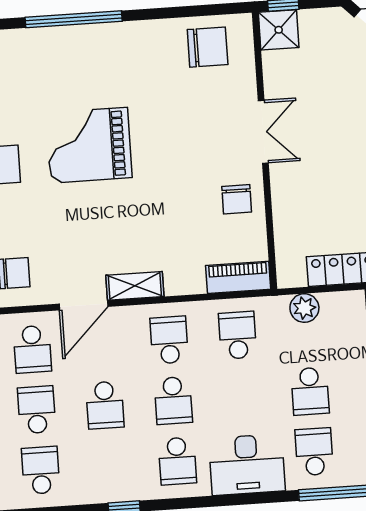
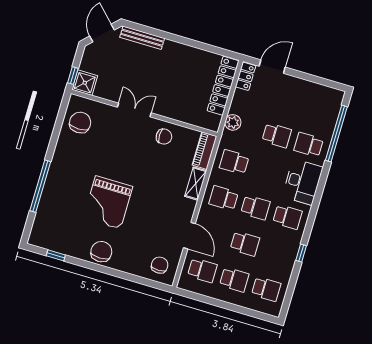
shelving: (135, 286) -> (196, 184), moved
school desk: (37, 410) -> (234, 280), turned 180
school desk: (41, 470) -> (266, 289), turned 180

